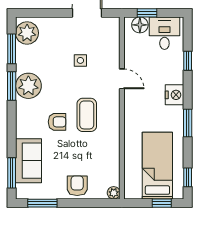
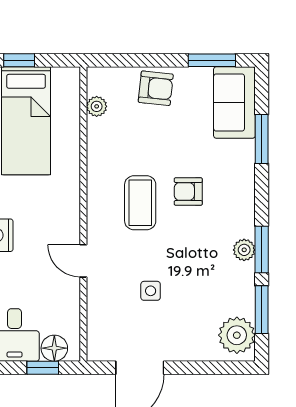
plant: (28, 86) -> (244, 250), width x0.53, depth x0.53
sofa: (28, 161) -> (234, 102), moved
window: (12, 173) -> (262, 139), moved
armchair: (77, 186) -> (156, 88), turned -84
plant: (114, 193) -> (97, 106), moved

